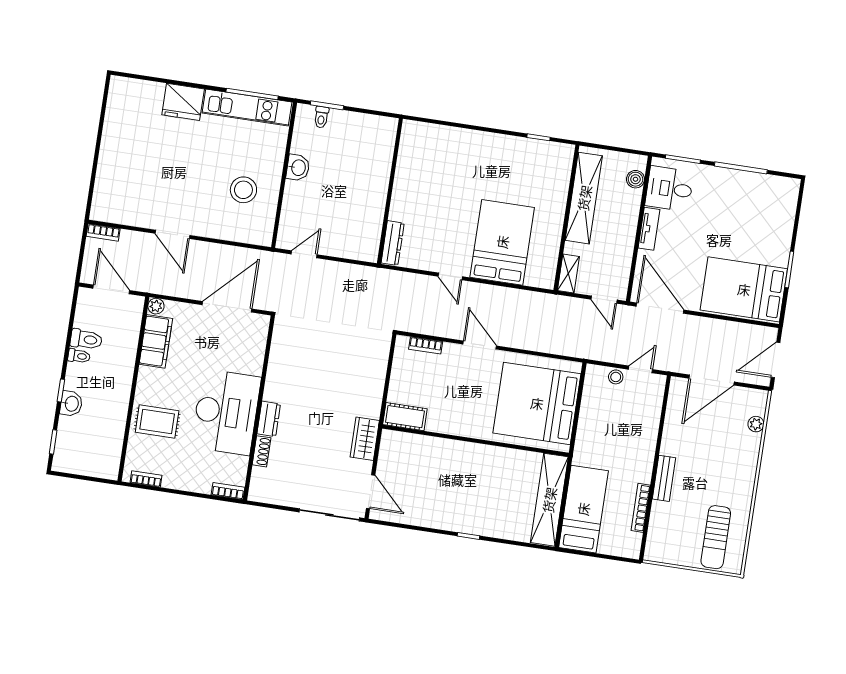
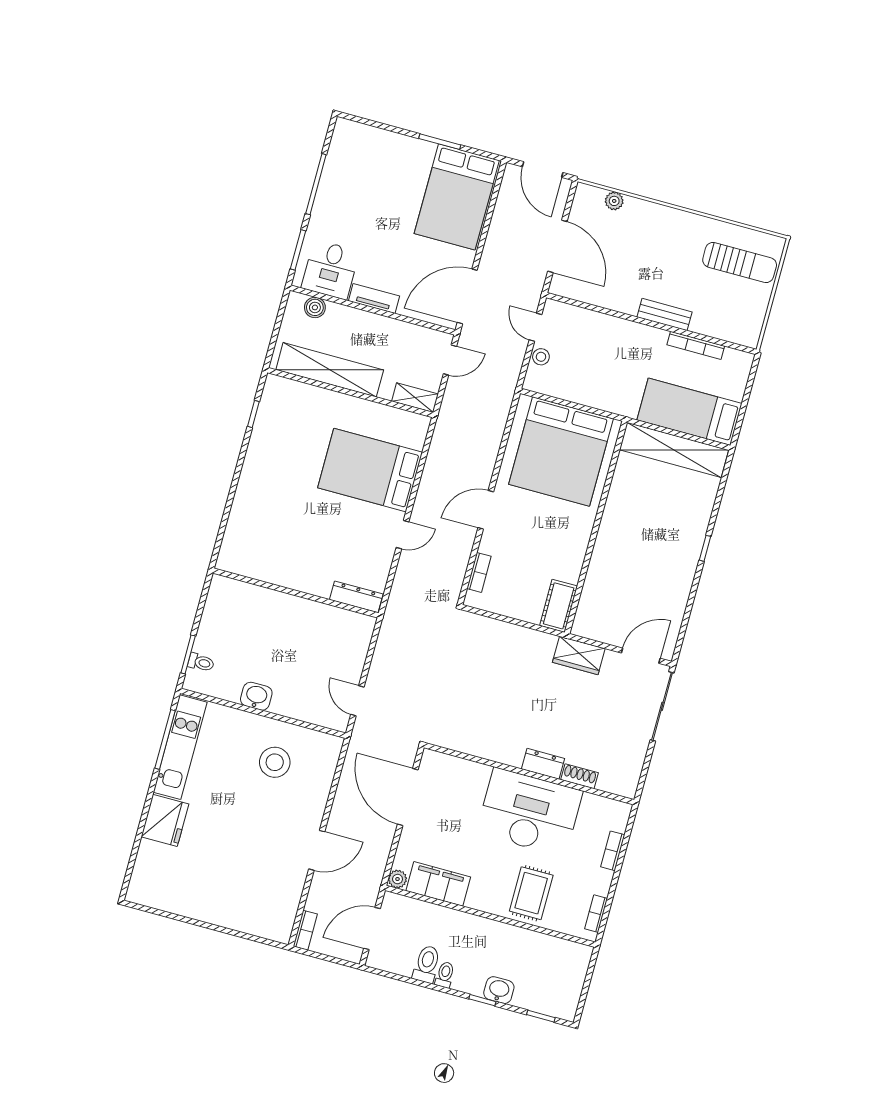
bookcase: (228, 491) -> (613, 851), moved

